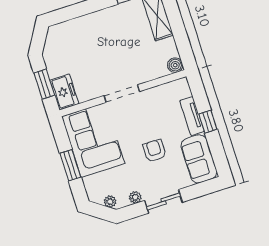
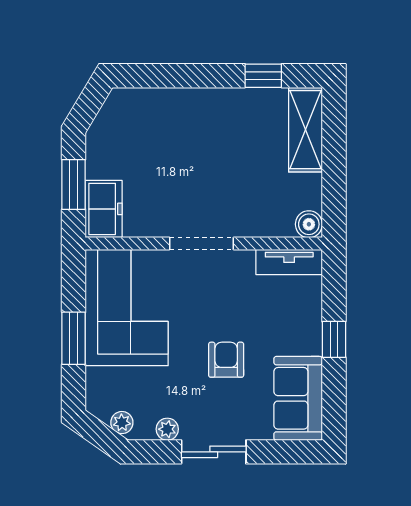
tv unit: (192, 116) -> (289, 262), moved, turned -90

